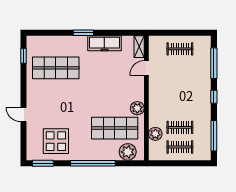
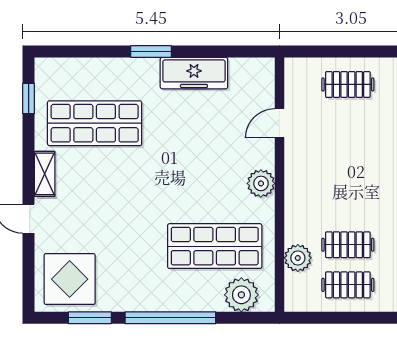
shelving: (139, 47) -> (45, 174), moved
plant: (137, 108) -> (261, 183), moved
display table: (56, 141) -> (70, 279), moved
window: (43, 163) -> (90, 318), moved

